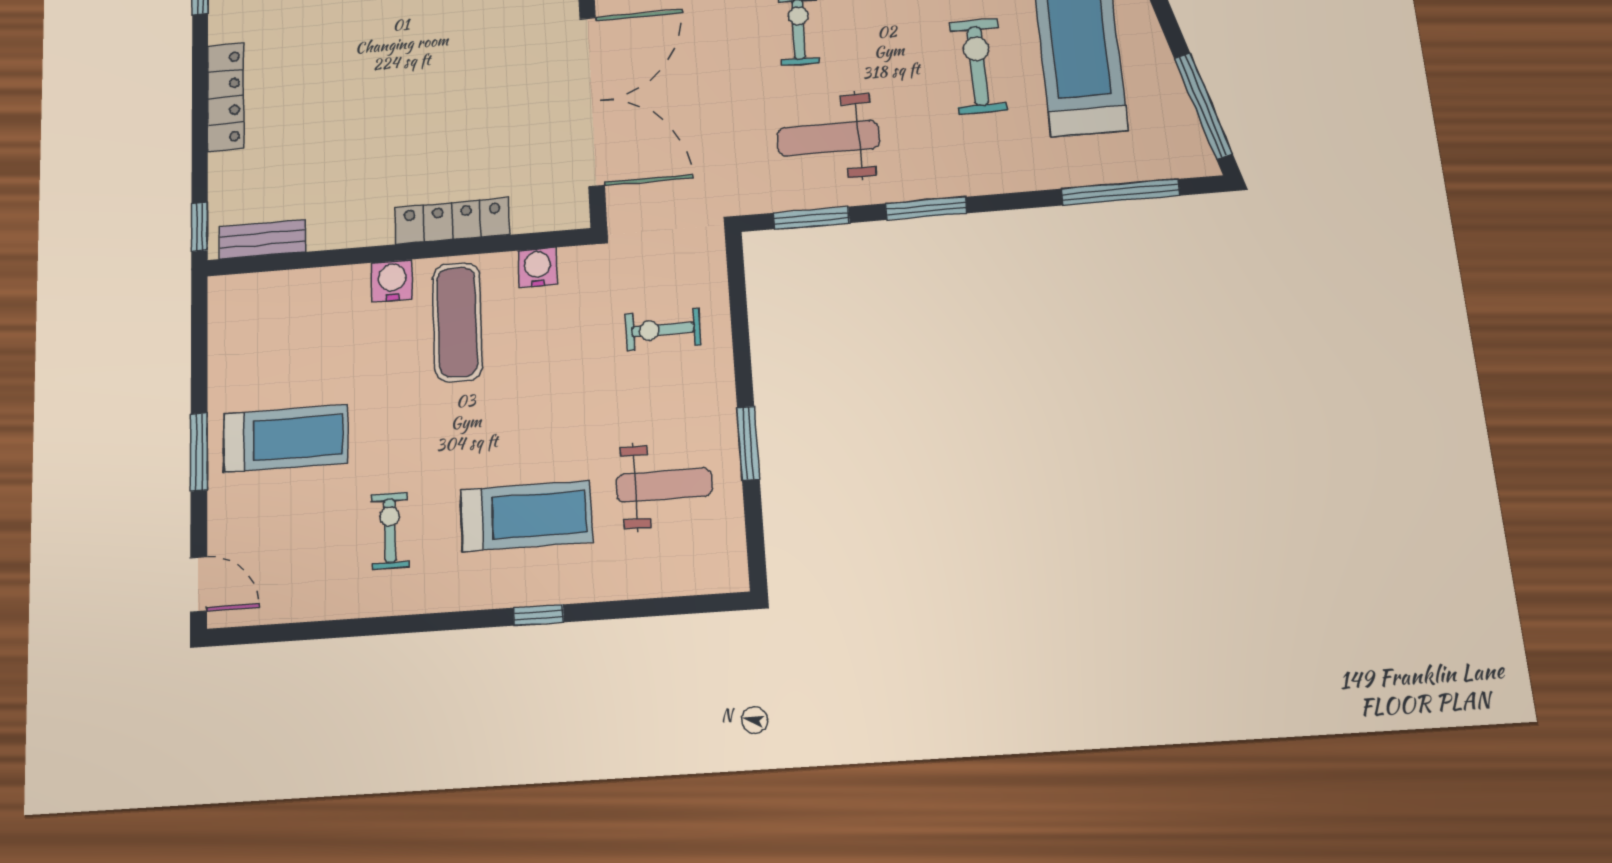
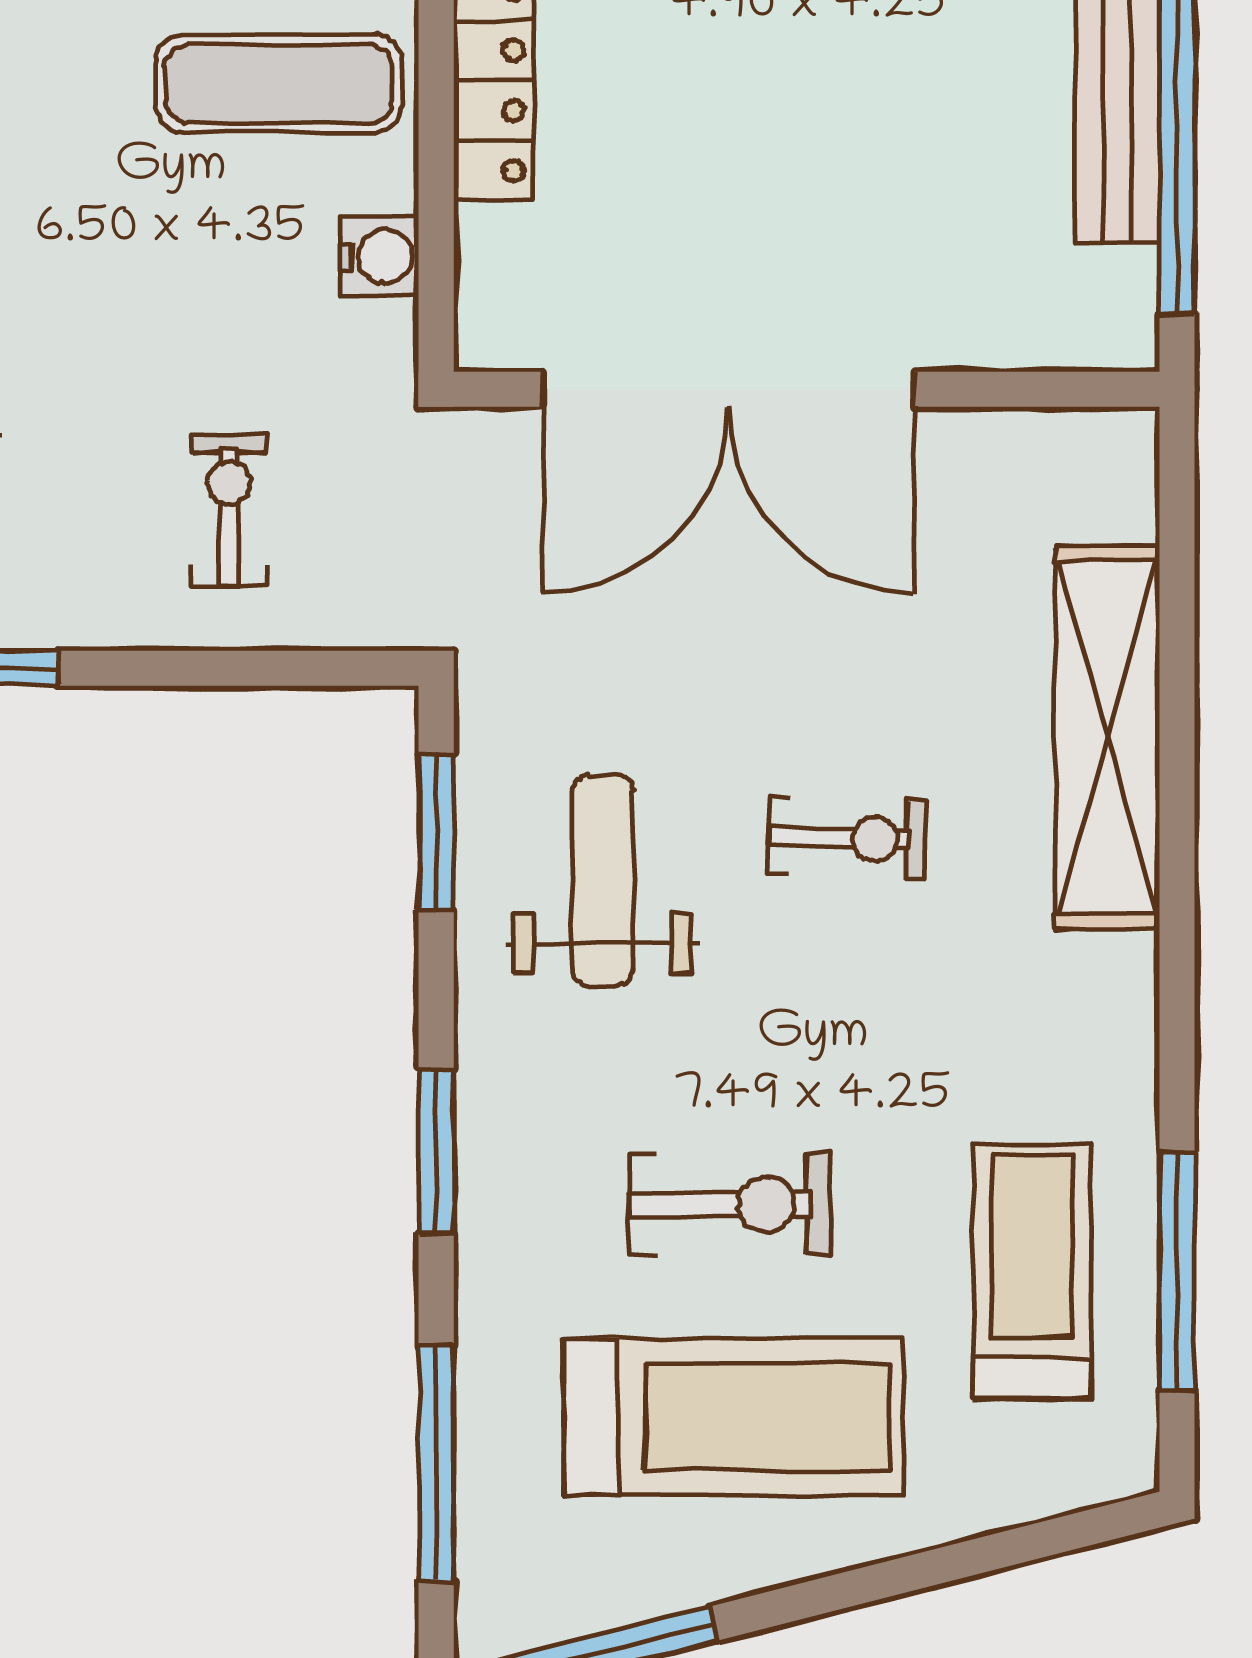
window: (926, 208) -> (436, 1151), moved

